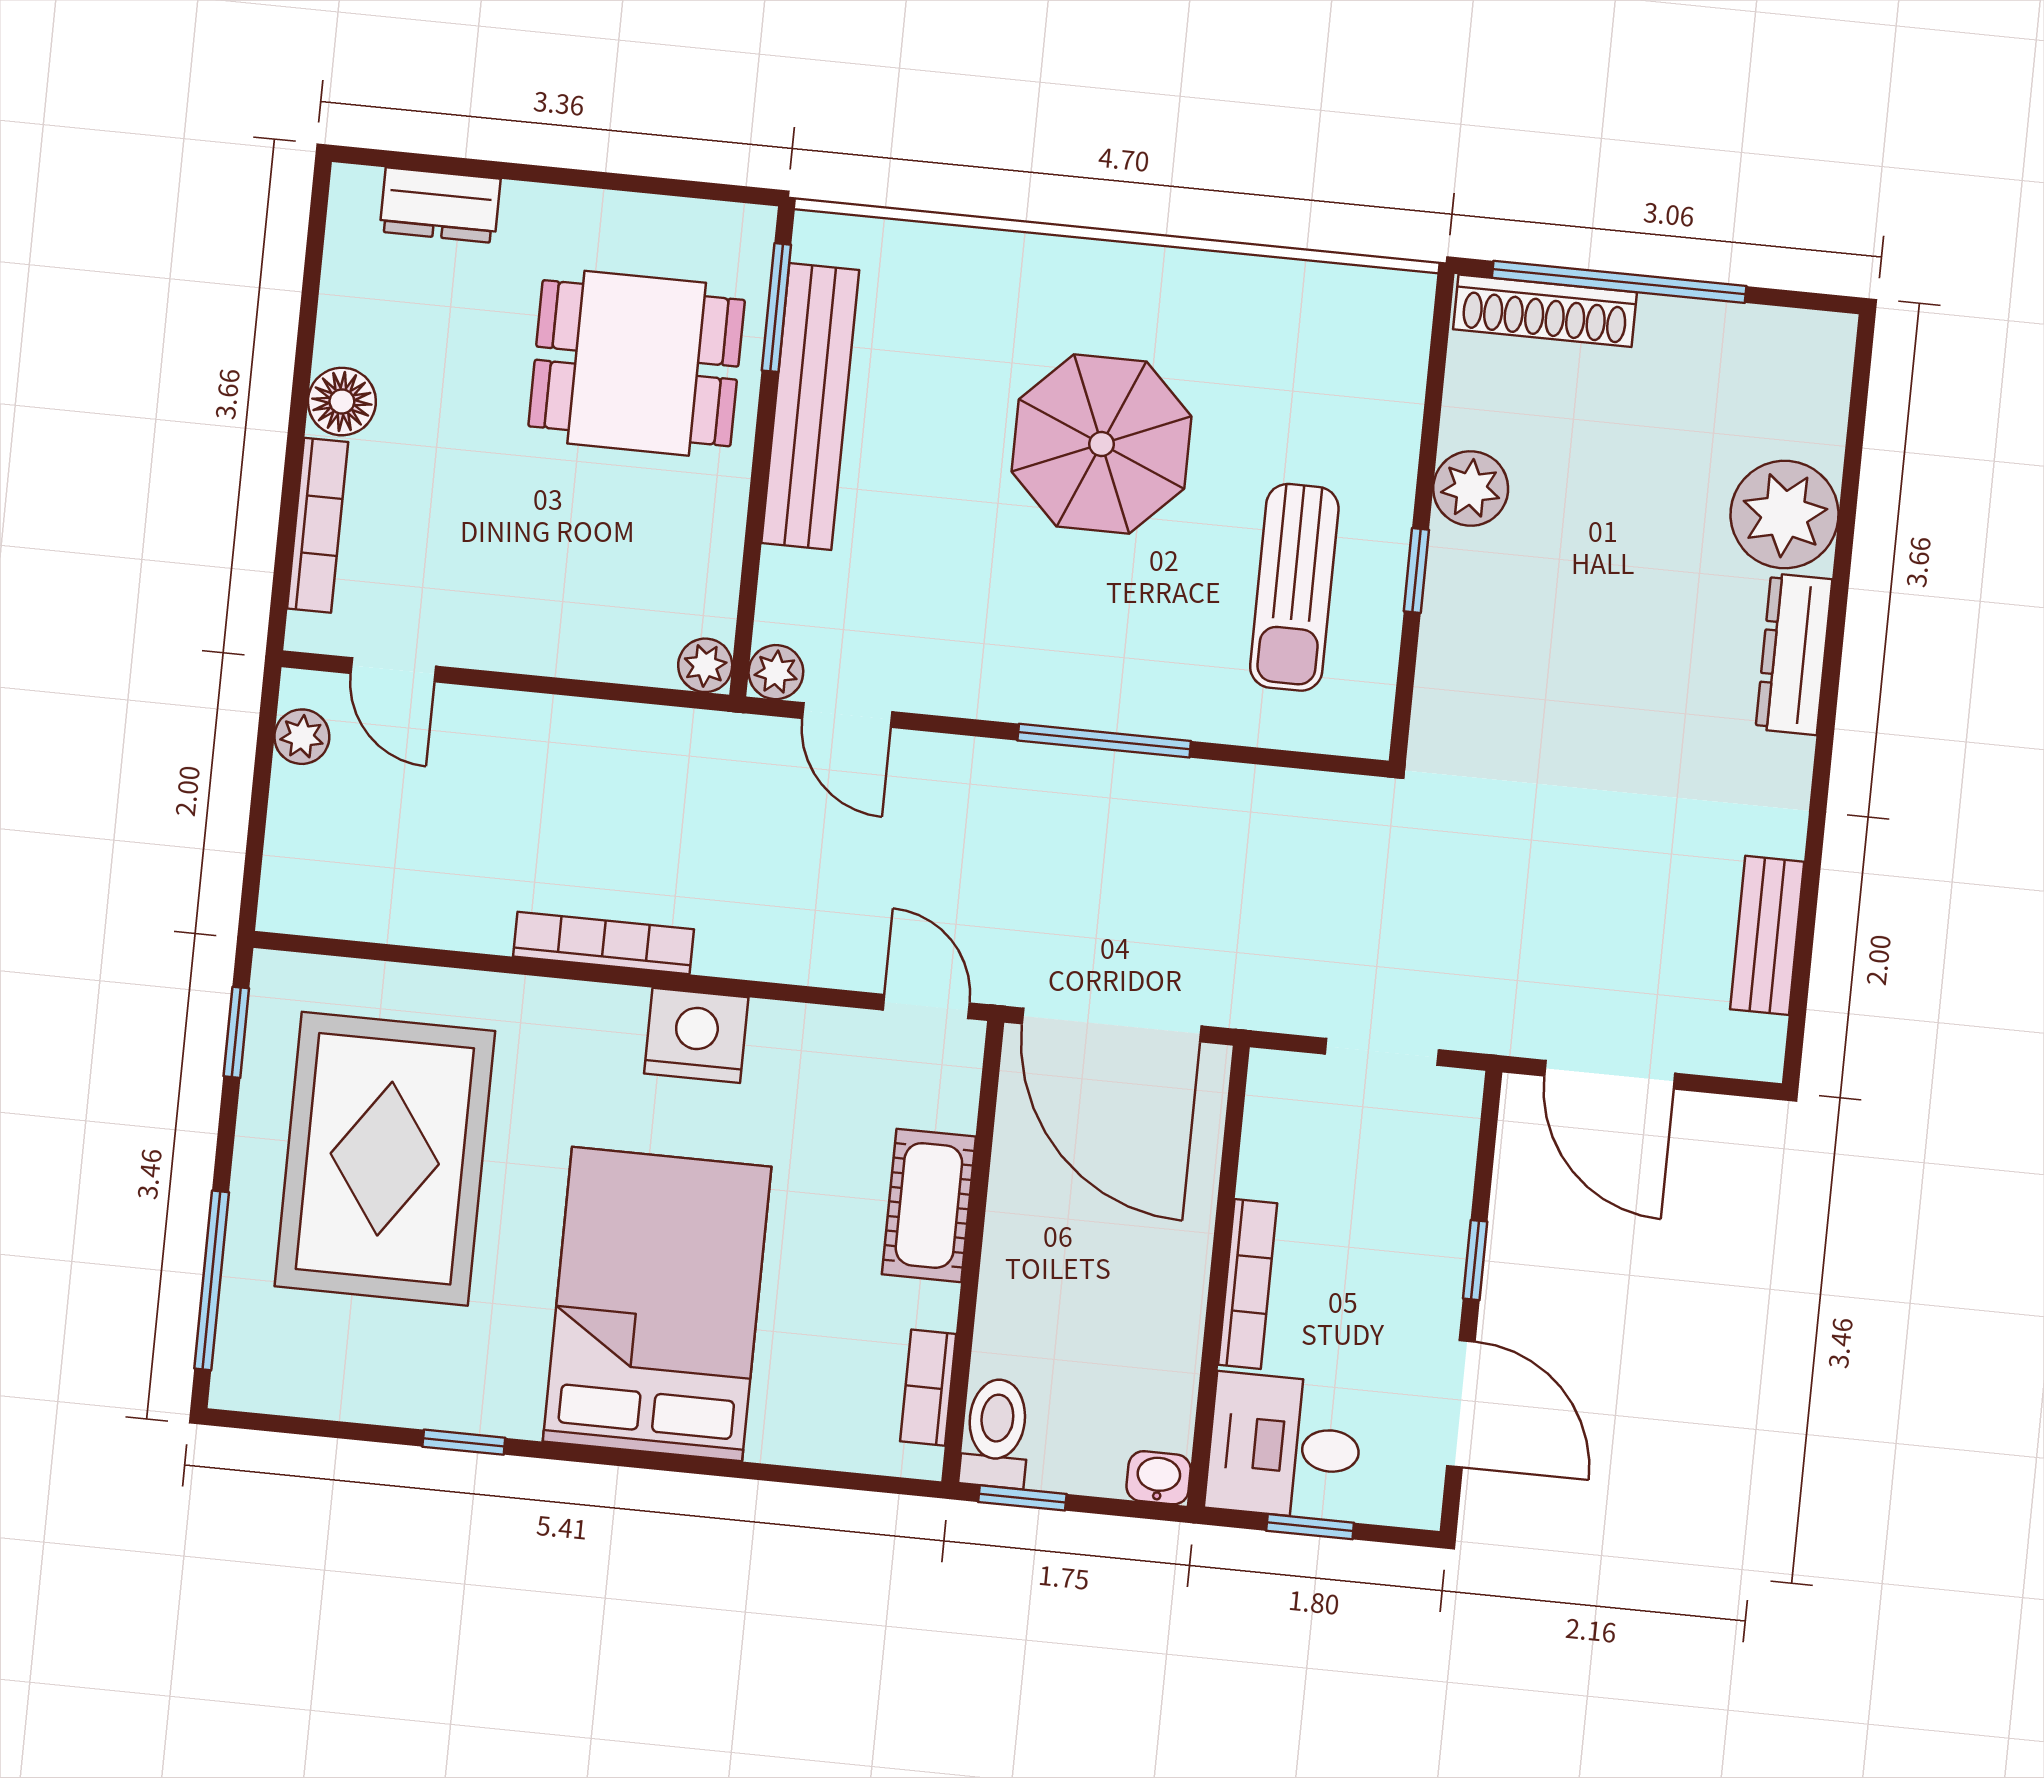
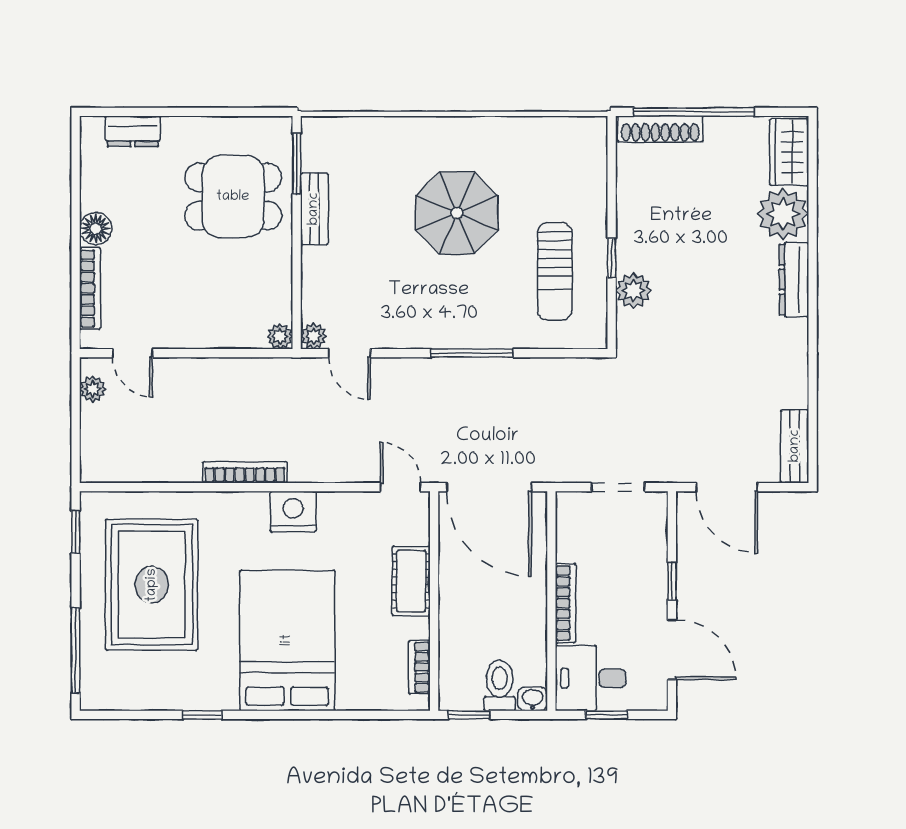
wardrobe: (1810, 387) -> (789, 152), added
bench: (810, 406) -> (314, 209), width x0.54, depth x0.82
plant: (1471, 489) -> (633, 291), moved
bench: (1767, 935) -> (795, 446), moved
toilet: (996, 1433) -> (500, 685), moved

